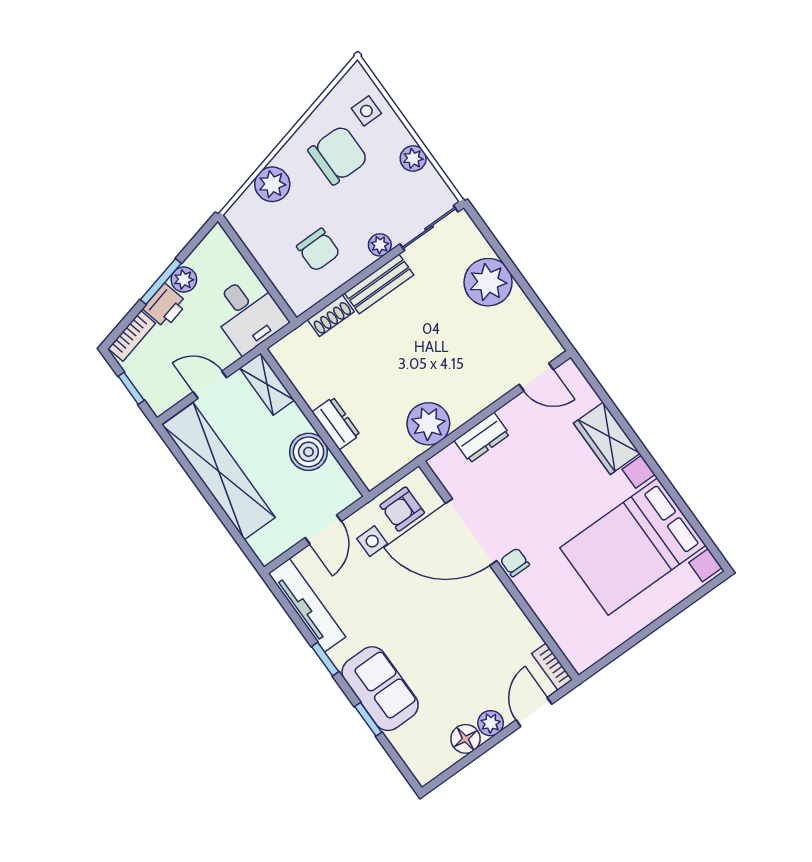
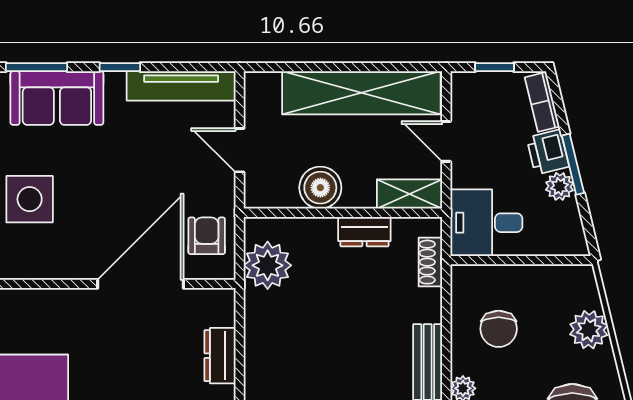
chair: (318, 250) -> (499, 329), turned -90
shoe rack: (331, 316) -> (430, 262), moved
door: (210, 385) -> (446, 141), swing flipped
dresser: (336, 423) -> (364, 232), moved
plant: (428, 424) -> (268, 265), moved
side table: (372, 541) -> (30, 199), moved, width x1.87, depth x1.87
chair: (515, 562) -> (84, 304), removed
window: (368, 719) -> (37, 67), width x1.50

